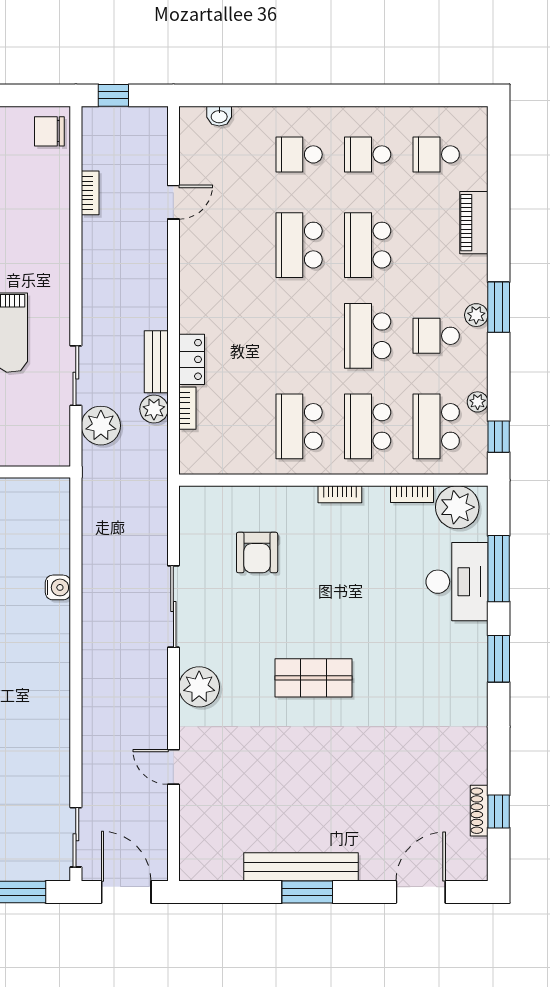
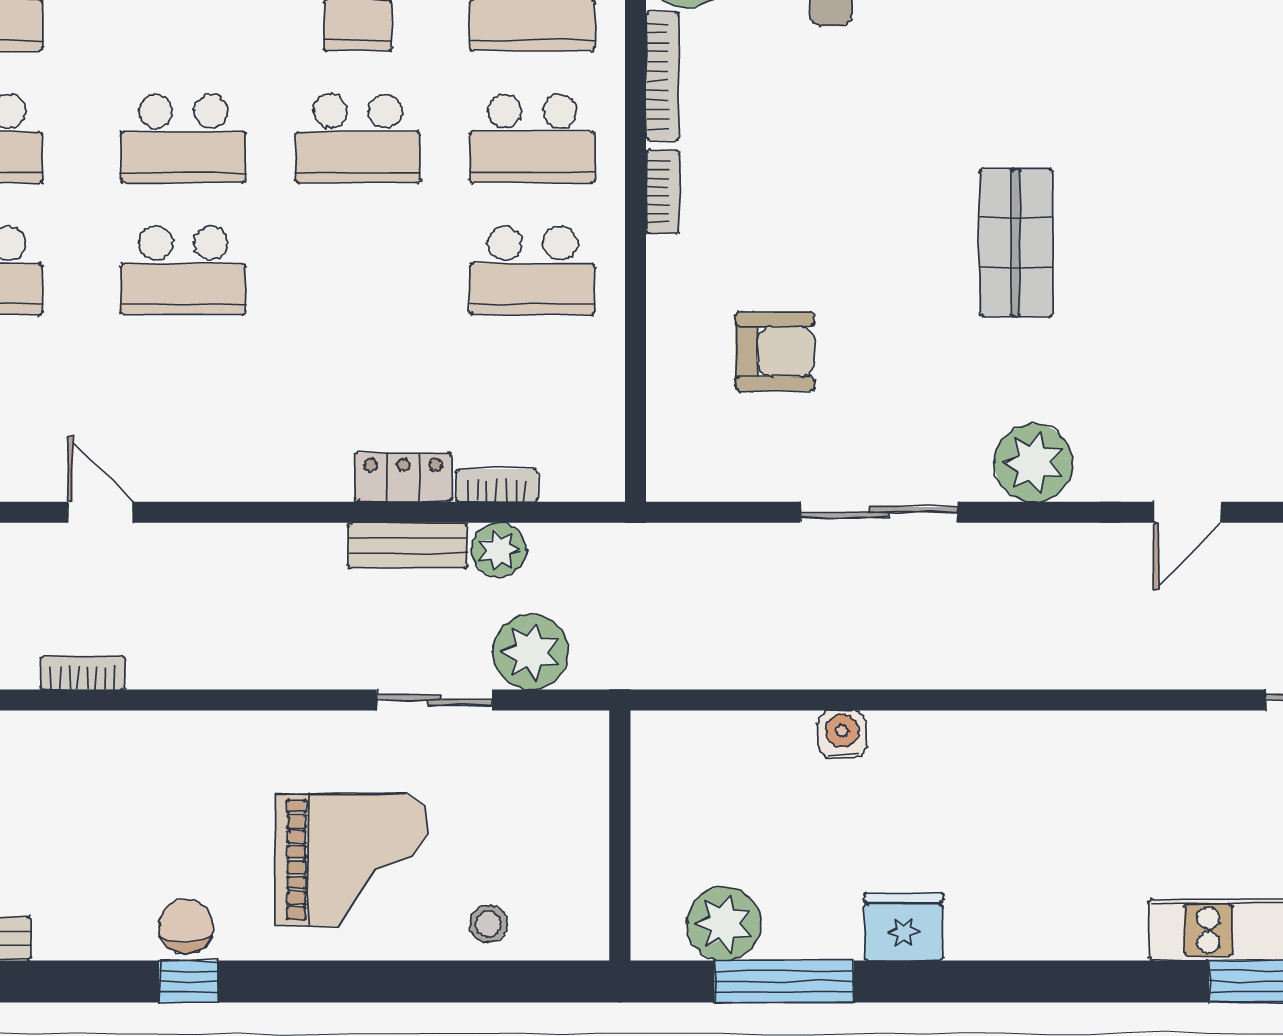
bookcase: (412, 494) -> (662, 76), width x1.56

